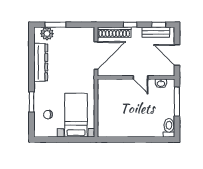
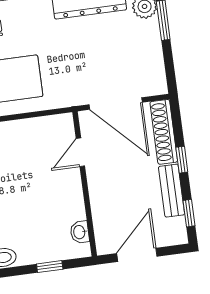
bench: (156, 32) -> (172, 191), moved
door: (141, 77) -> (80, 152), moved
window: (177, 102) -> (50, 267), width x0.46

